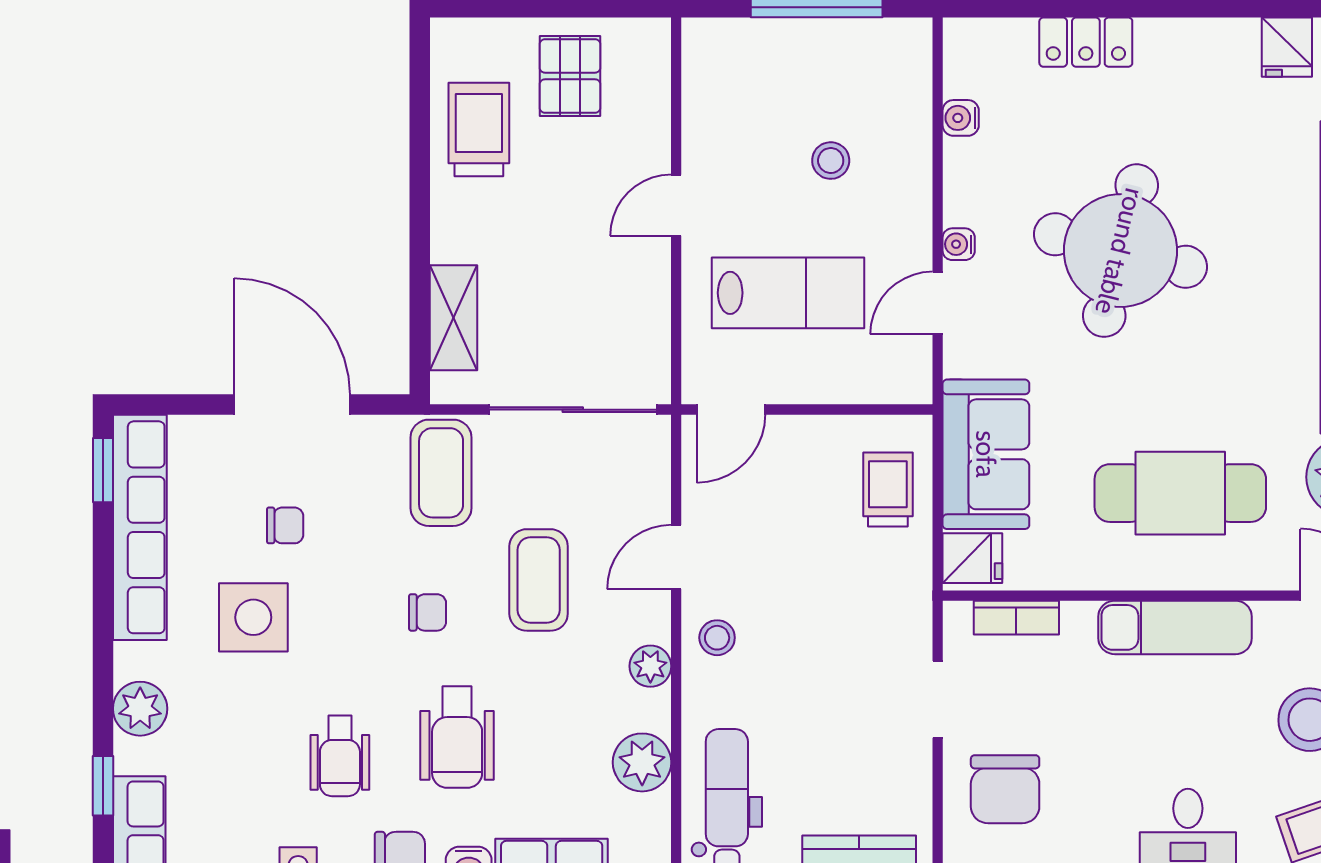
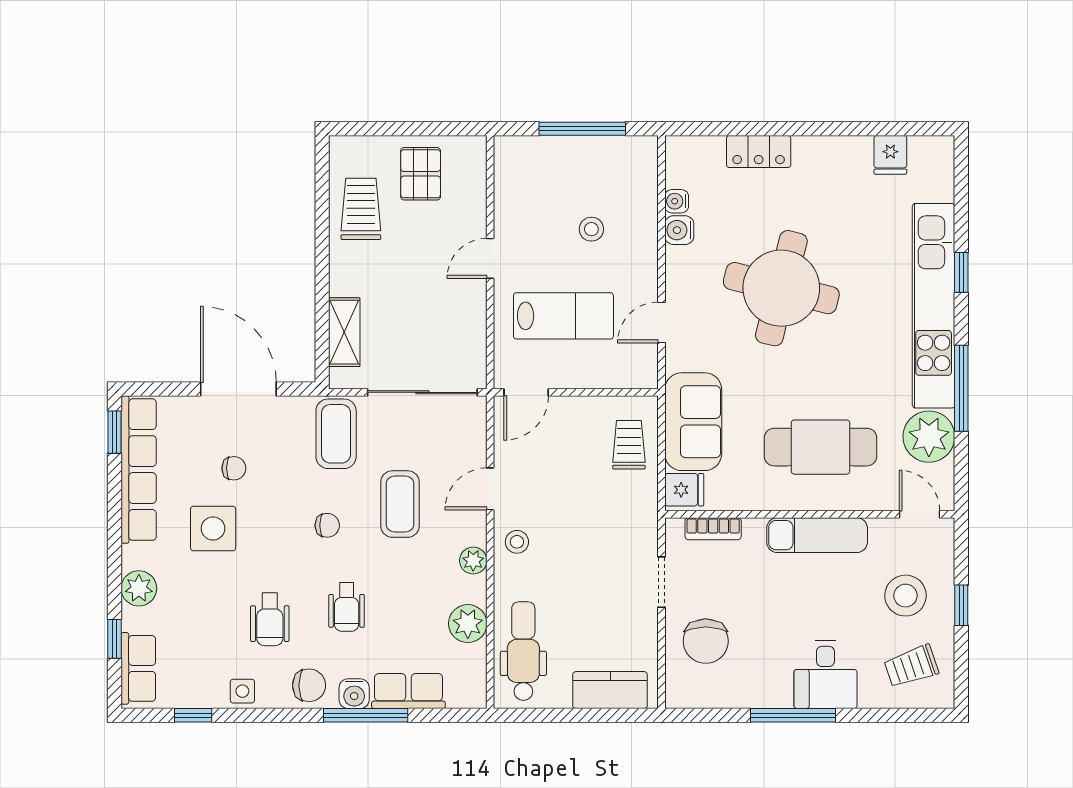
water cooler: (959, 244) -> (679, 230), moved, width x1.38, depth x1.38
wheelchair: (457, 737) -> (347, 607), width x0.73, depth x0.73

